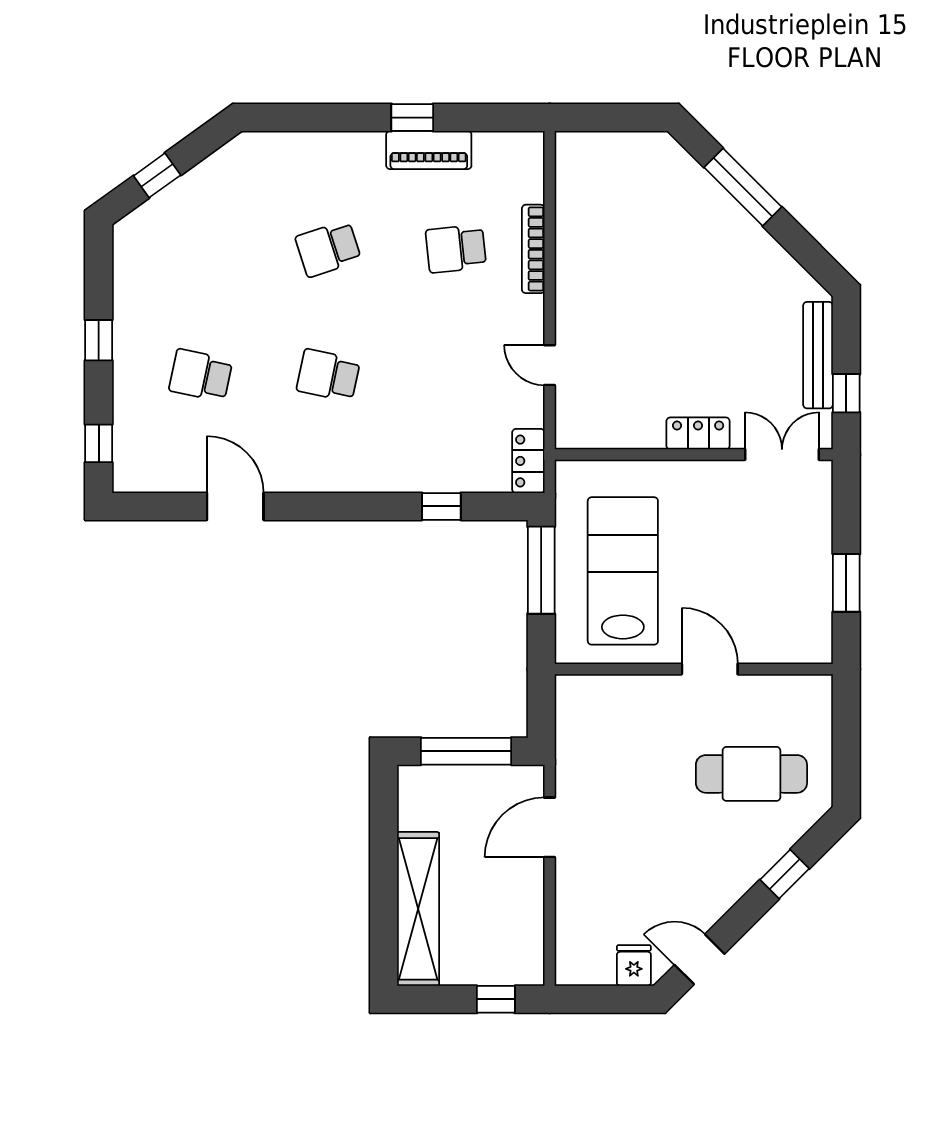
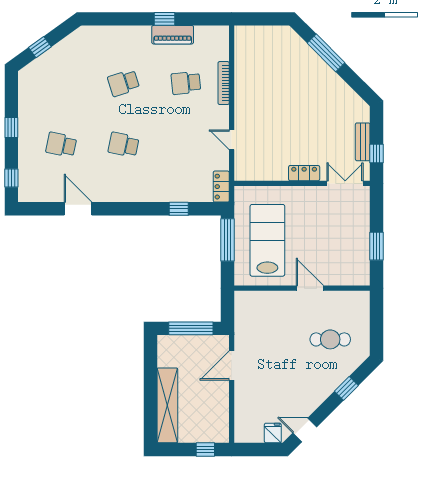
bench: (818, 355) -> (363, 142), width x0.73
cafe table: (751, 774) -> (330, 339), width x0.73, depth x0.74

